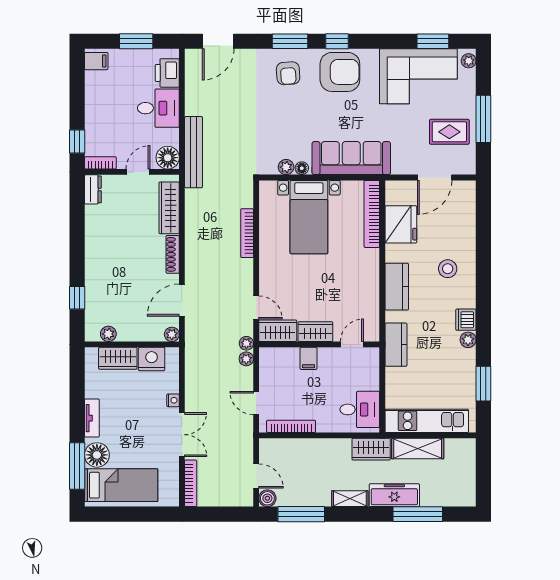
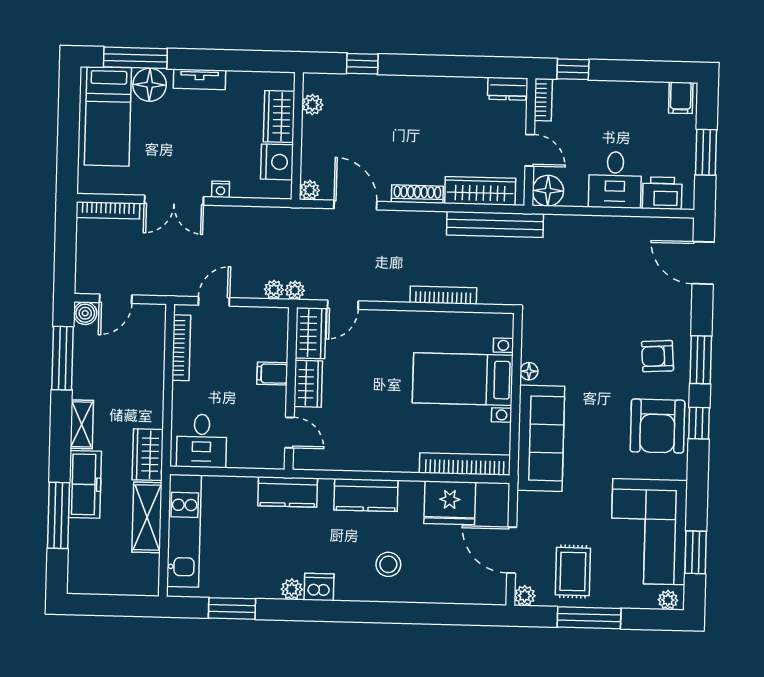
bench: (194, 152) -> (495, 224), moved
plant: (286, 167) -> (525, 596), moved

